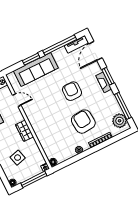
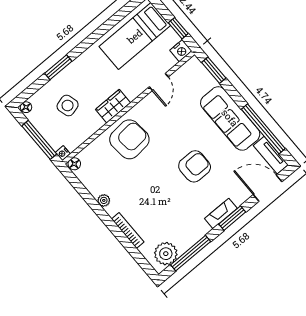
window: (31, 59) -> (214, 70), moved
sofa: (36, 70) -> (230, 118), moved
armchair: (83, 122) -> (129, 139), moved

